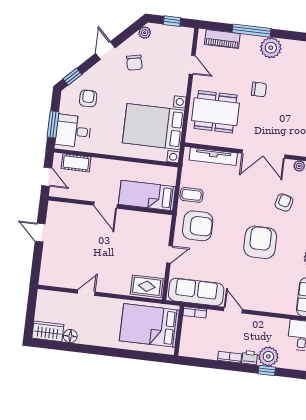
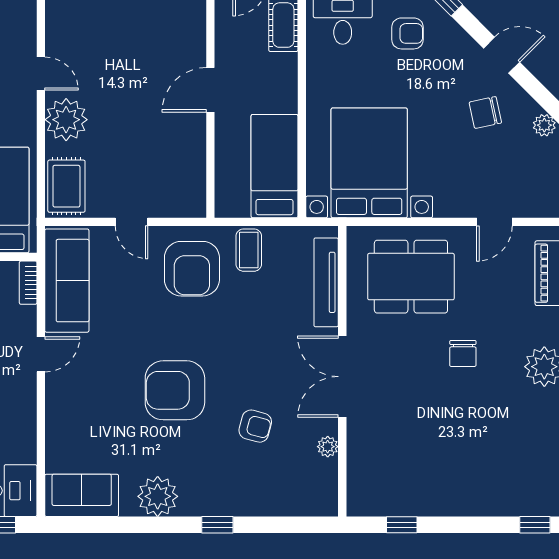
dining table: (215, 112) -> (411, 277), turned 90
bed: (147, 195) -> (274, 166), moved
armchair: (260, 242) -> (175, 390), turned 180
plant: (112, 282) -> (66, 120), added

